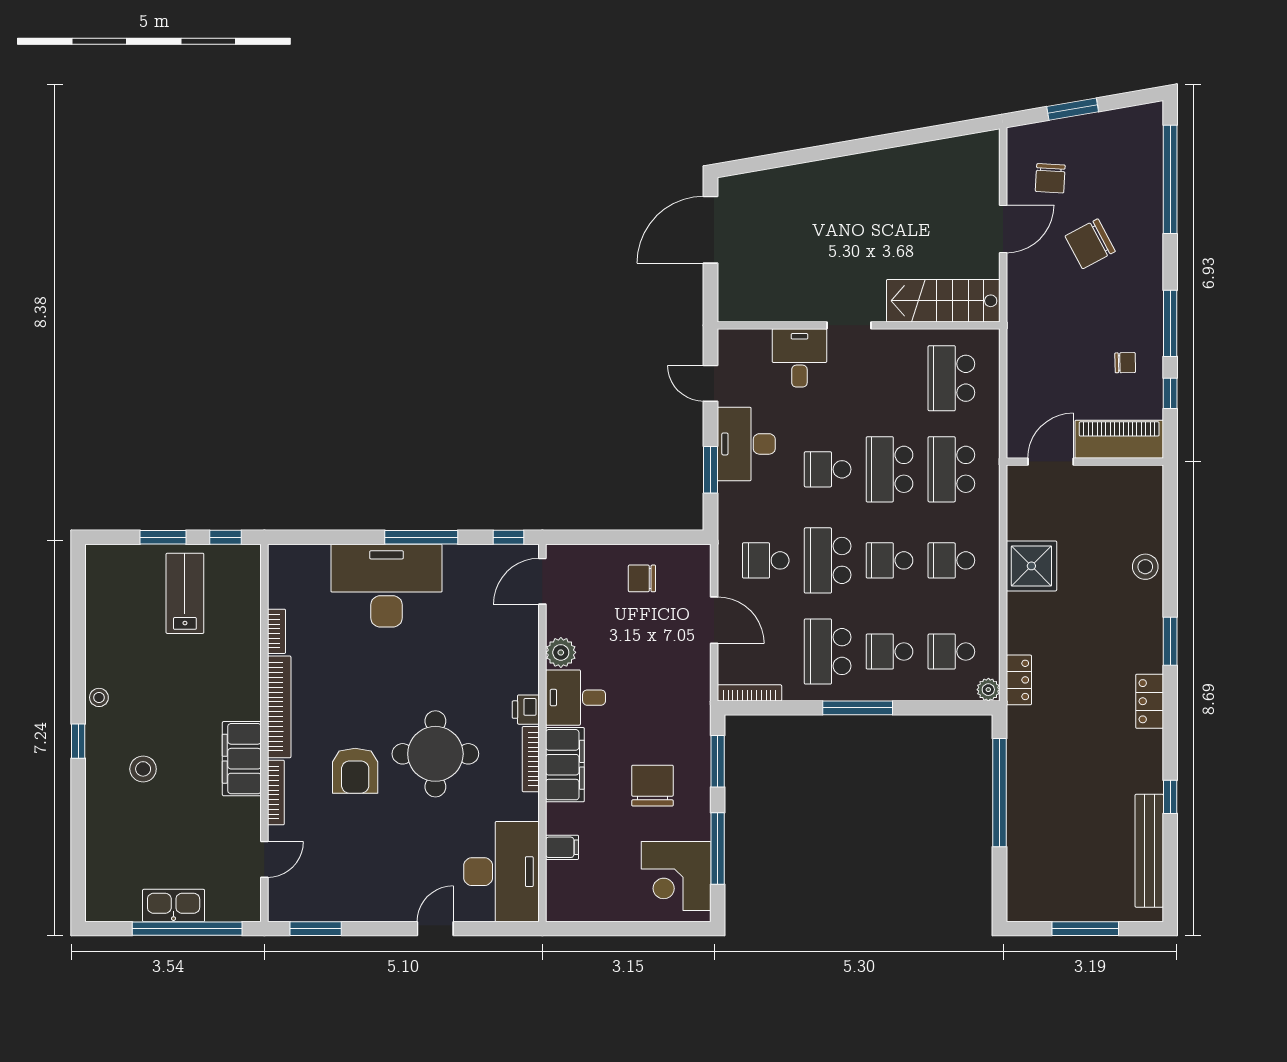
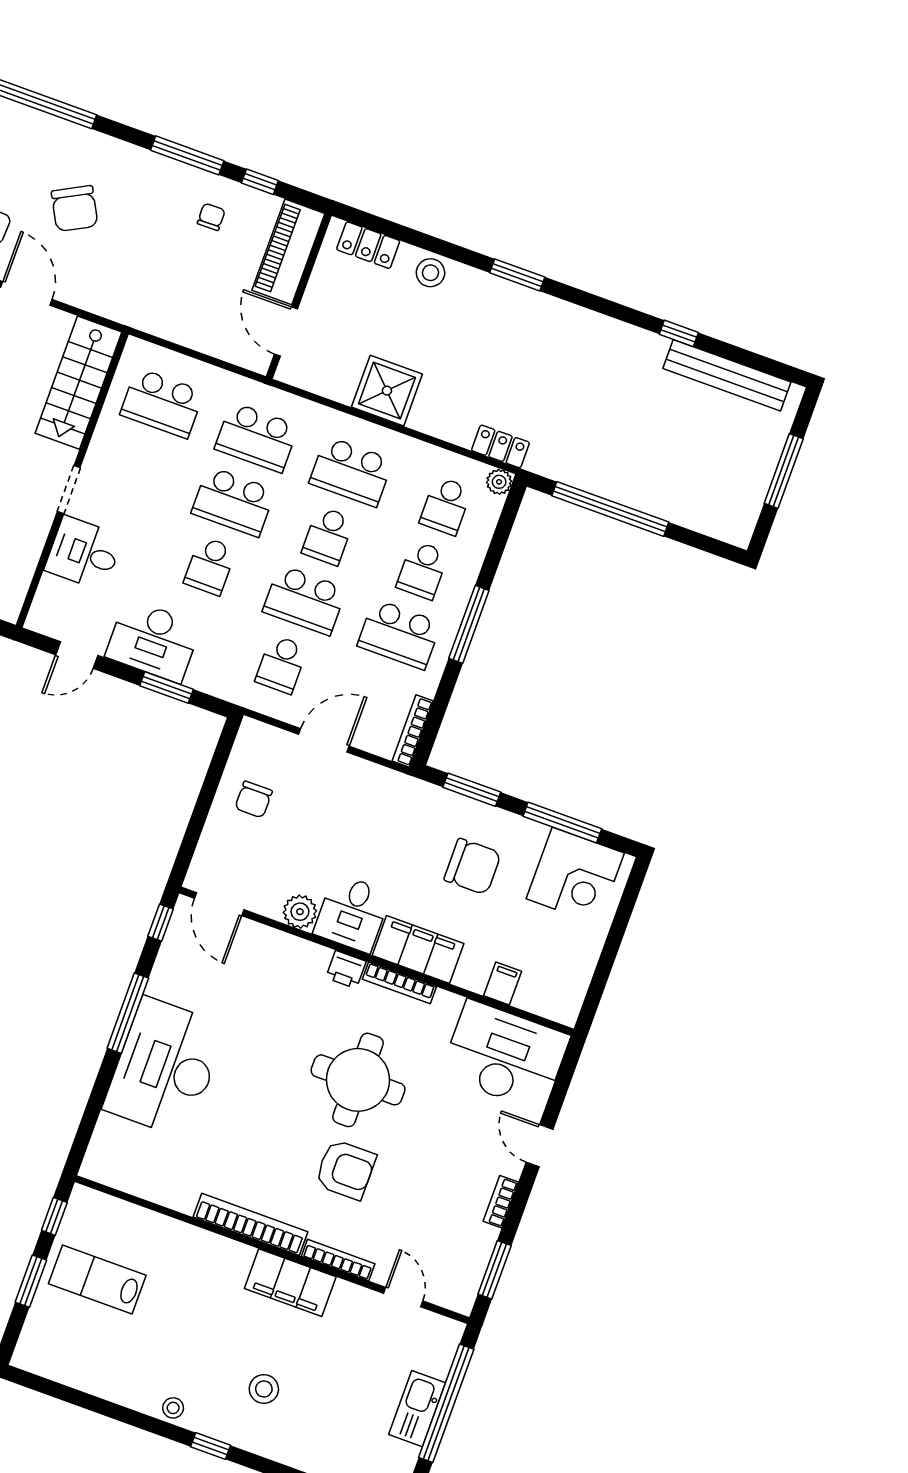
school desk: (951, 560) -> (351, 472), width x1.85
bookcase: (276, 631) -> (501, 1202), moved, turned -90
locker: (1150, 701) -> (368, 245), moved
chair: (652, 786) -> (473, 866), turned 180

